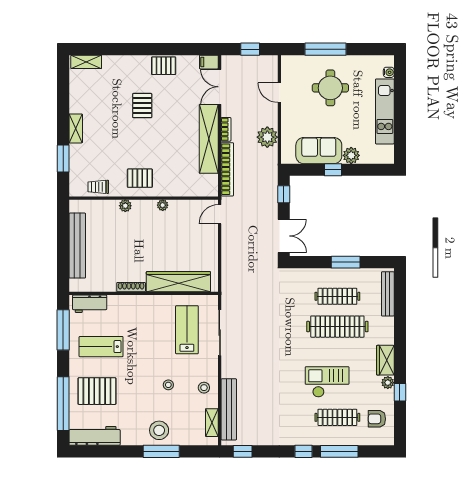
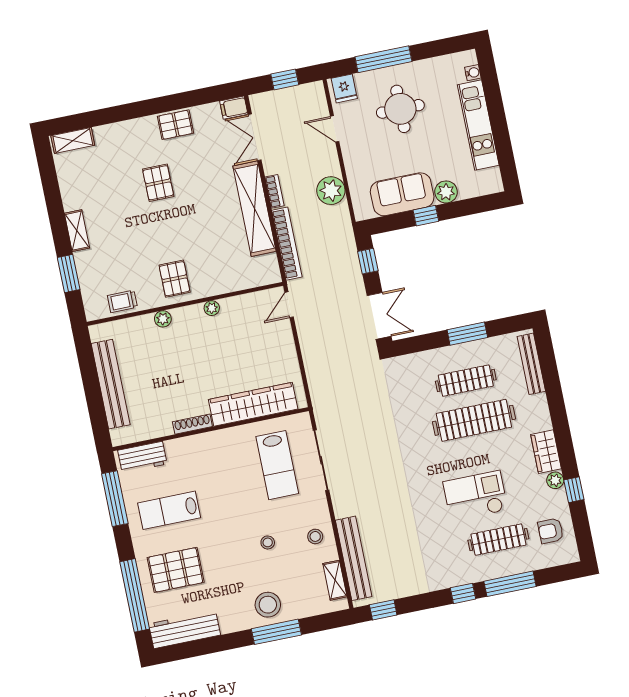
fridge: (292, 65) -> (344, 88), added
pallet: (140, 178) -> (175, 279), turned 90
lab bench: (187, 330) -> (277, 465), turned 180

